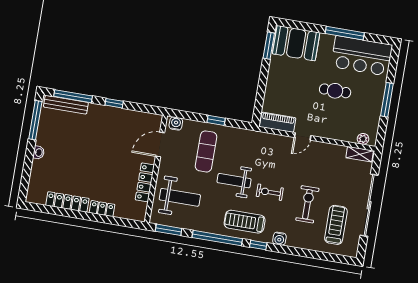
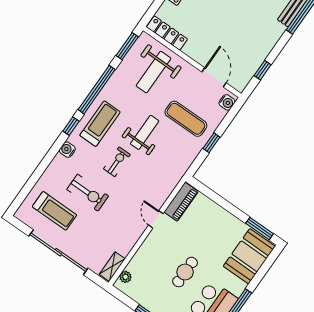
window: (114, 103) -> (263, 70), moved
locker: (145, 182) -> (167, 33), moved

